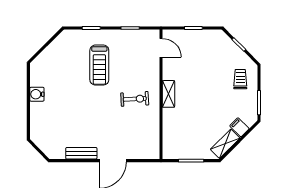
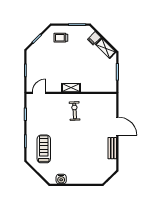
treadmill: (99, 65) -> (44, 149), moved, turned -90
water cooler: (37, 94) -> (61, 179), moved

